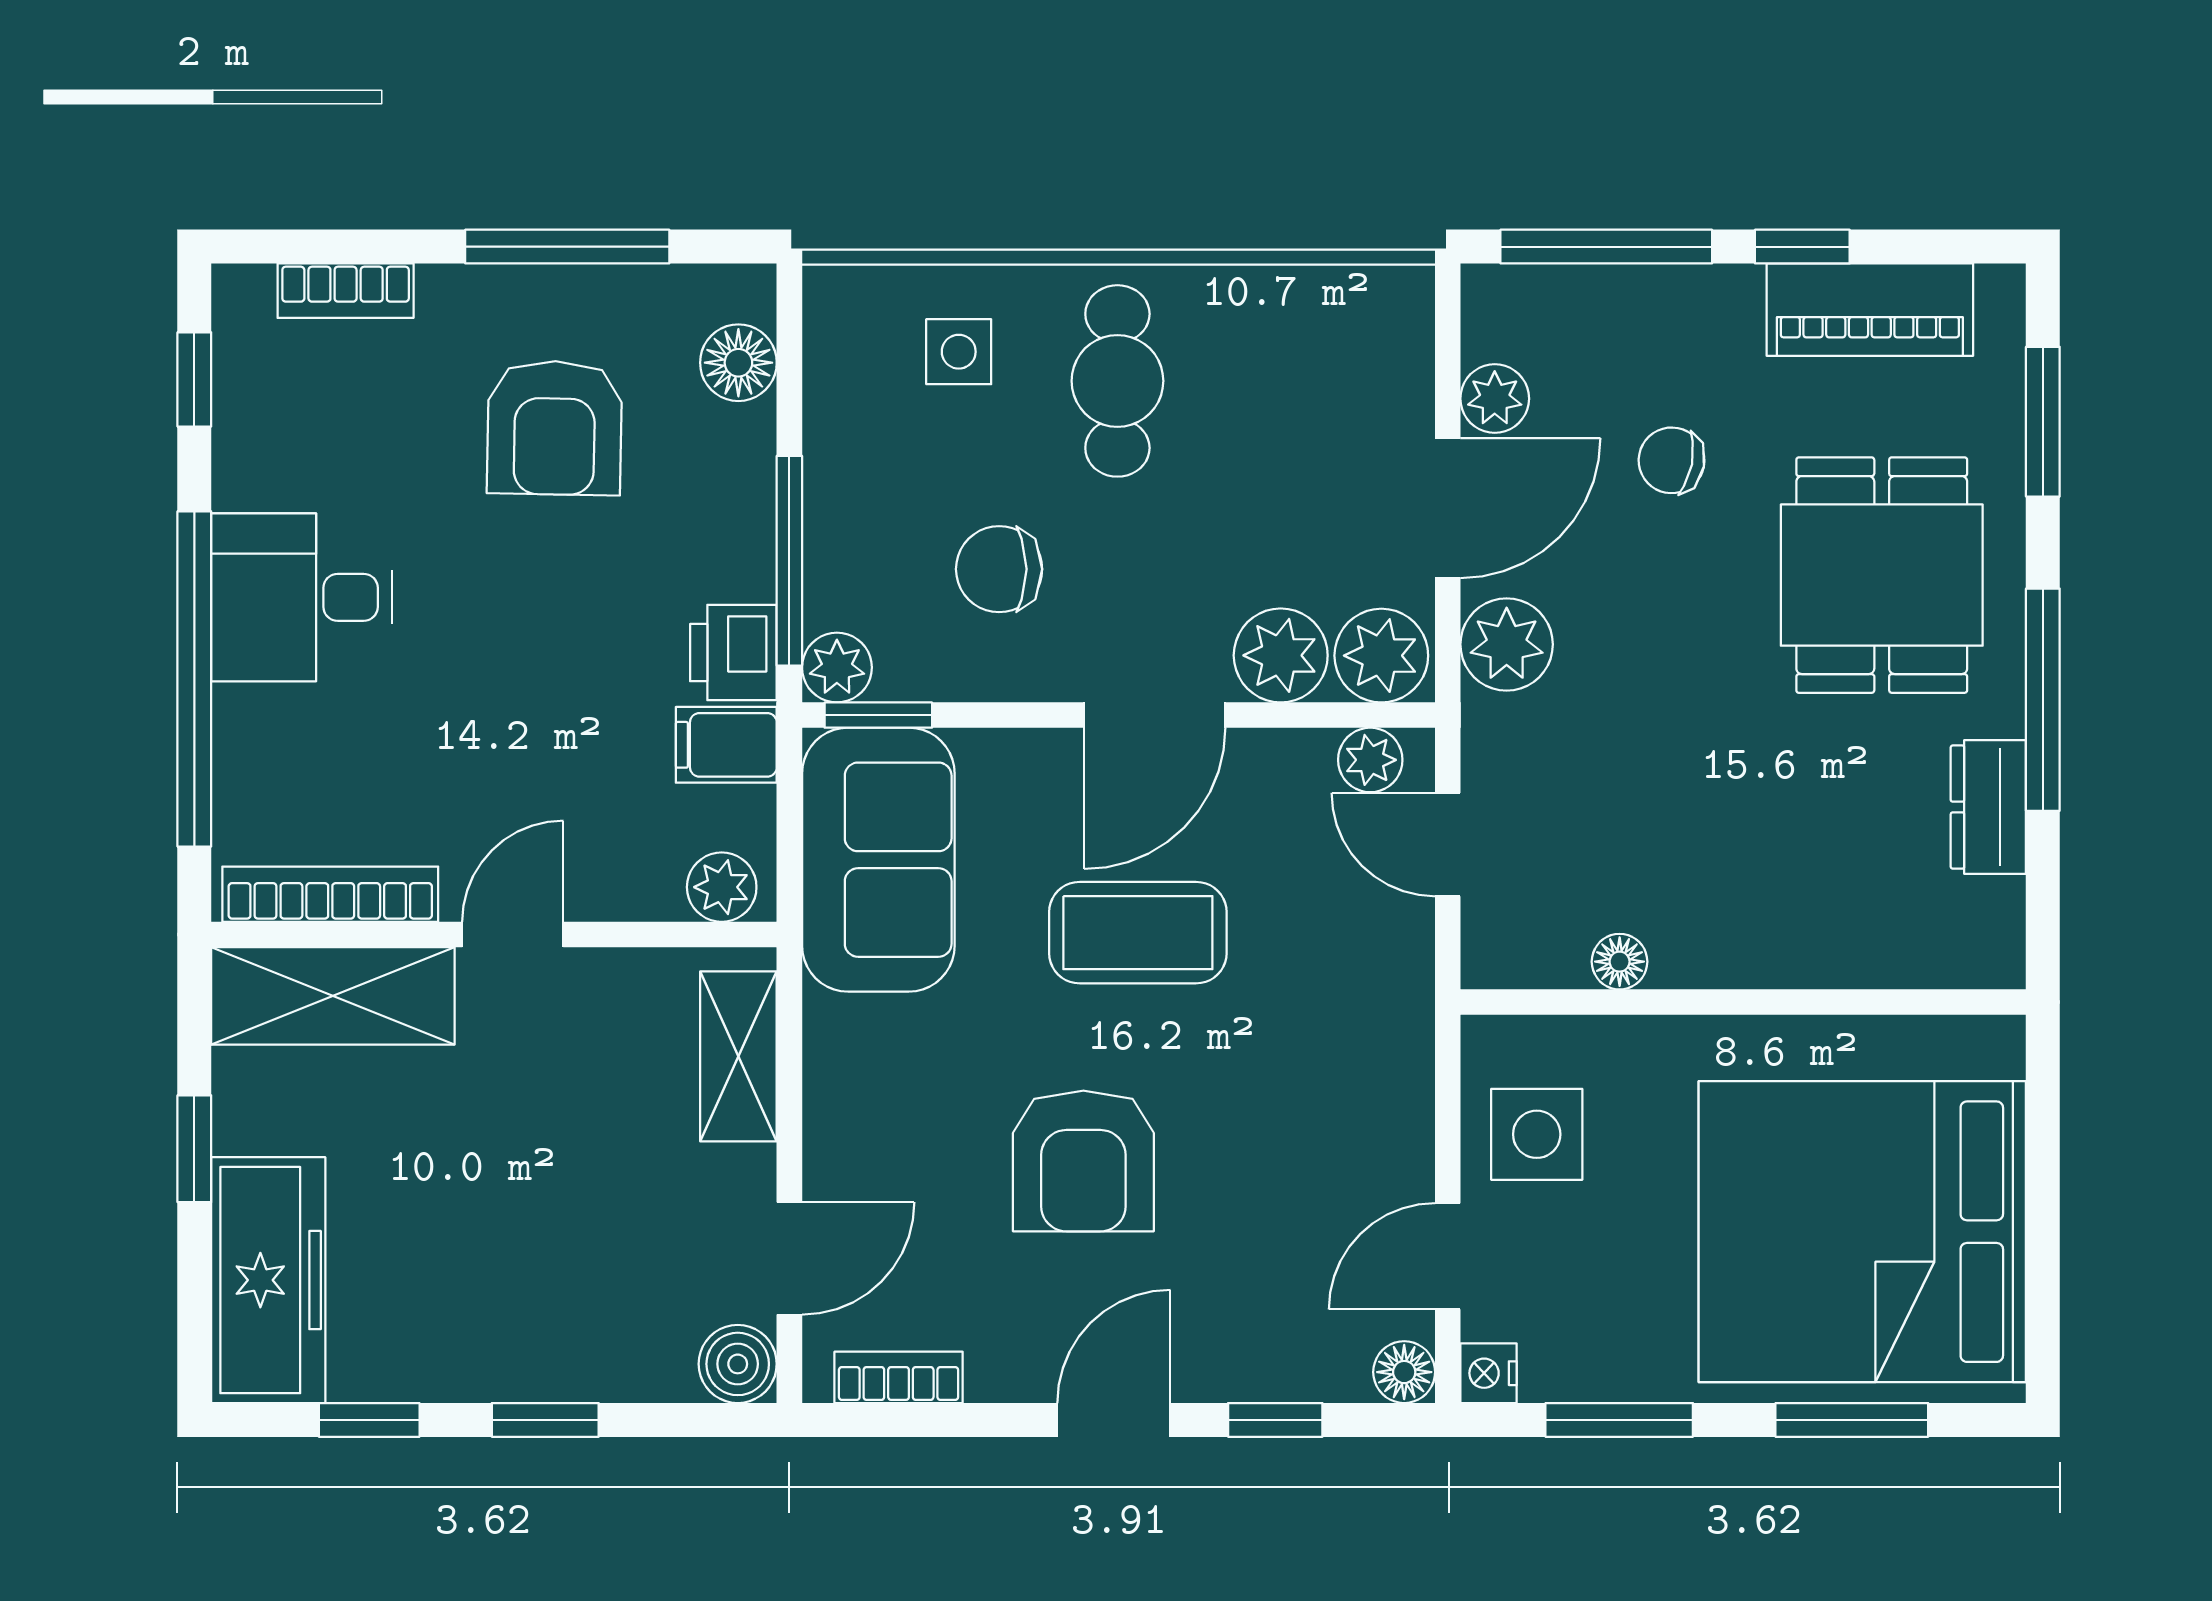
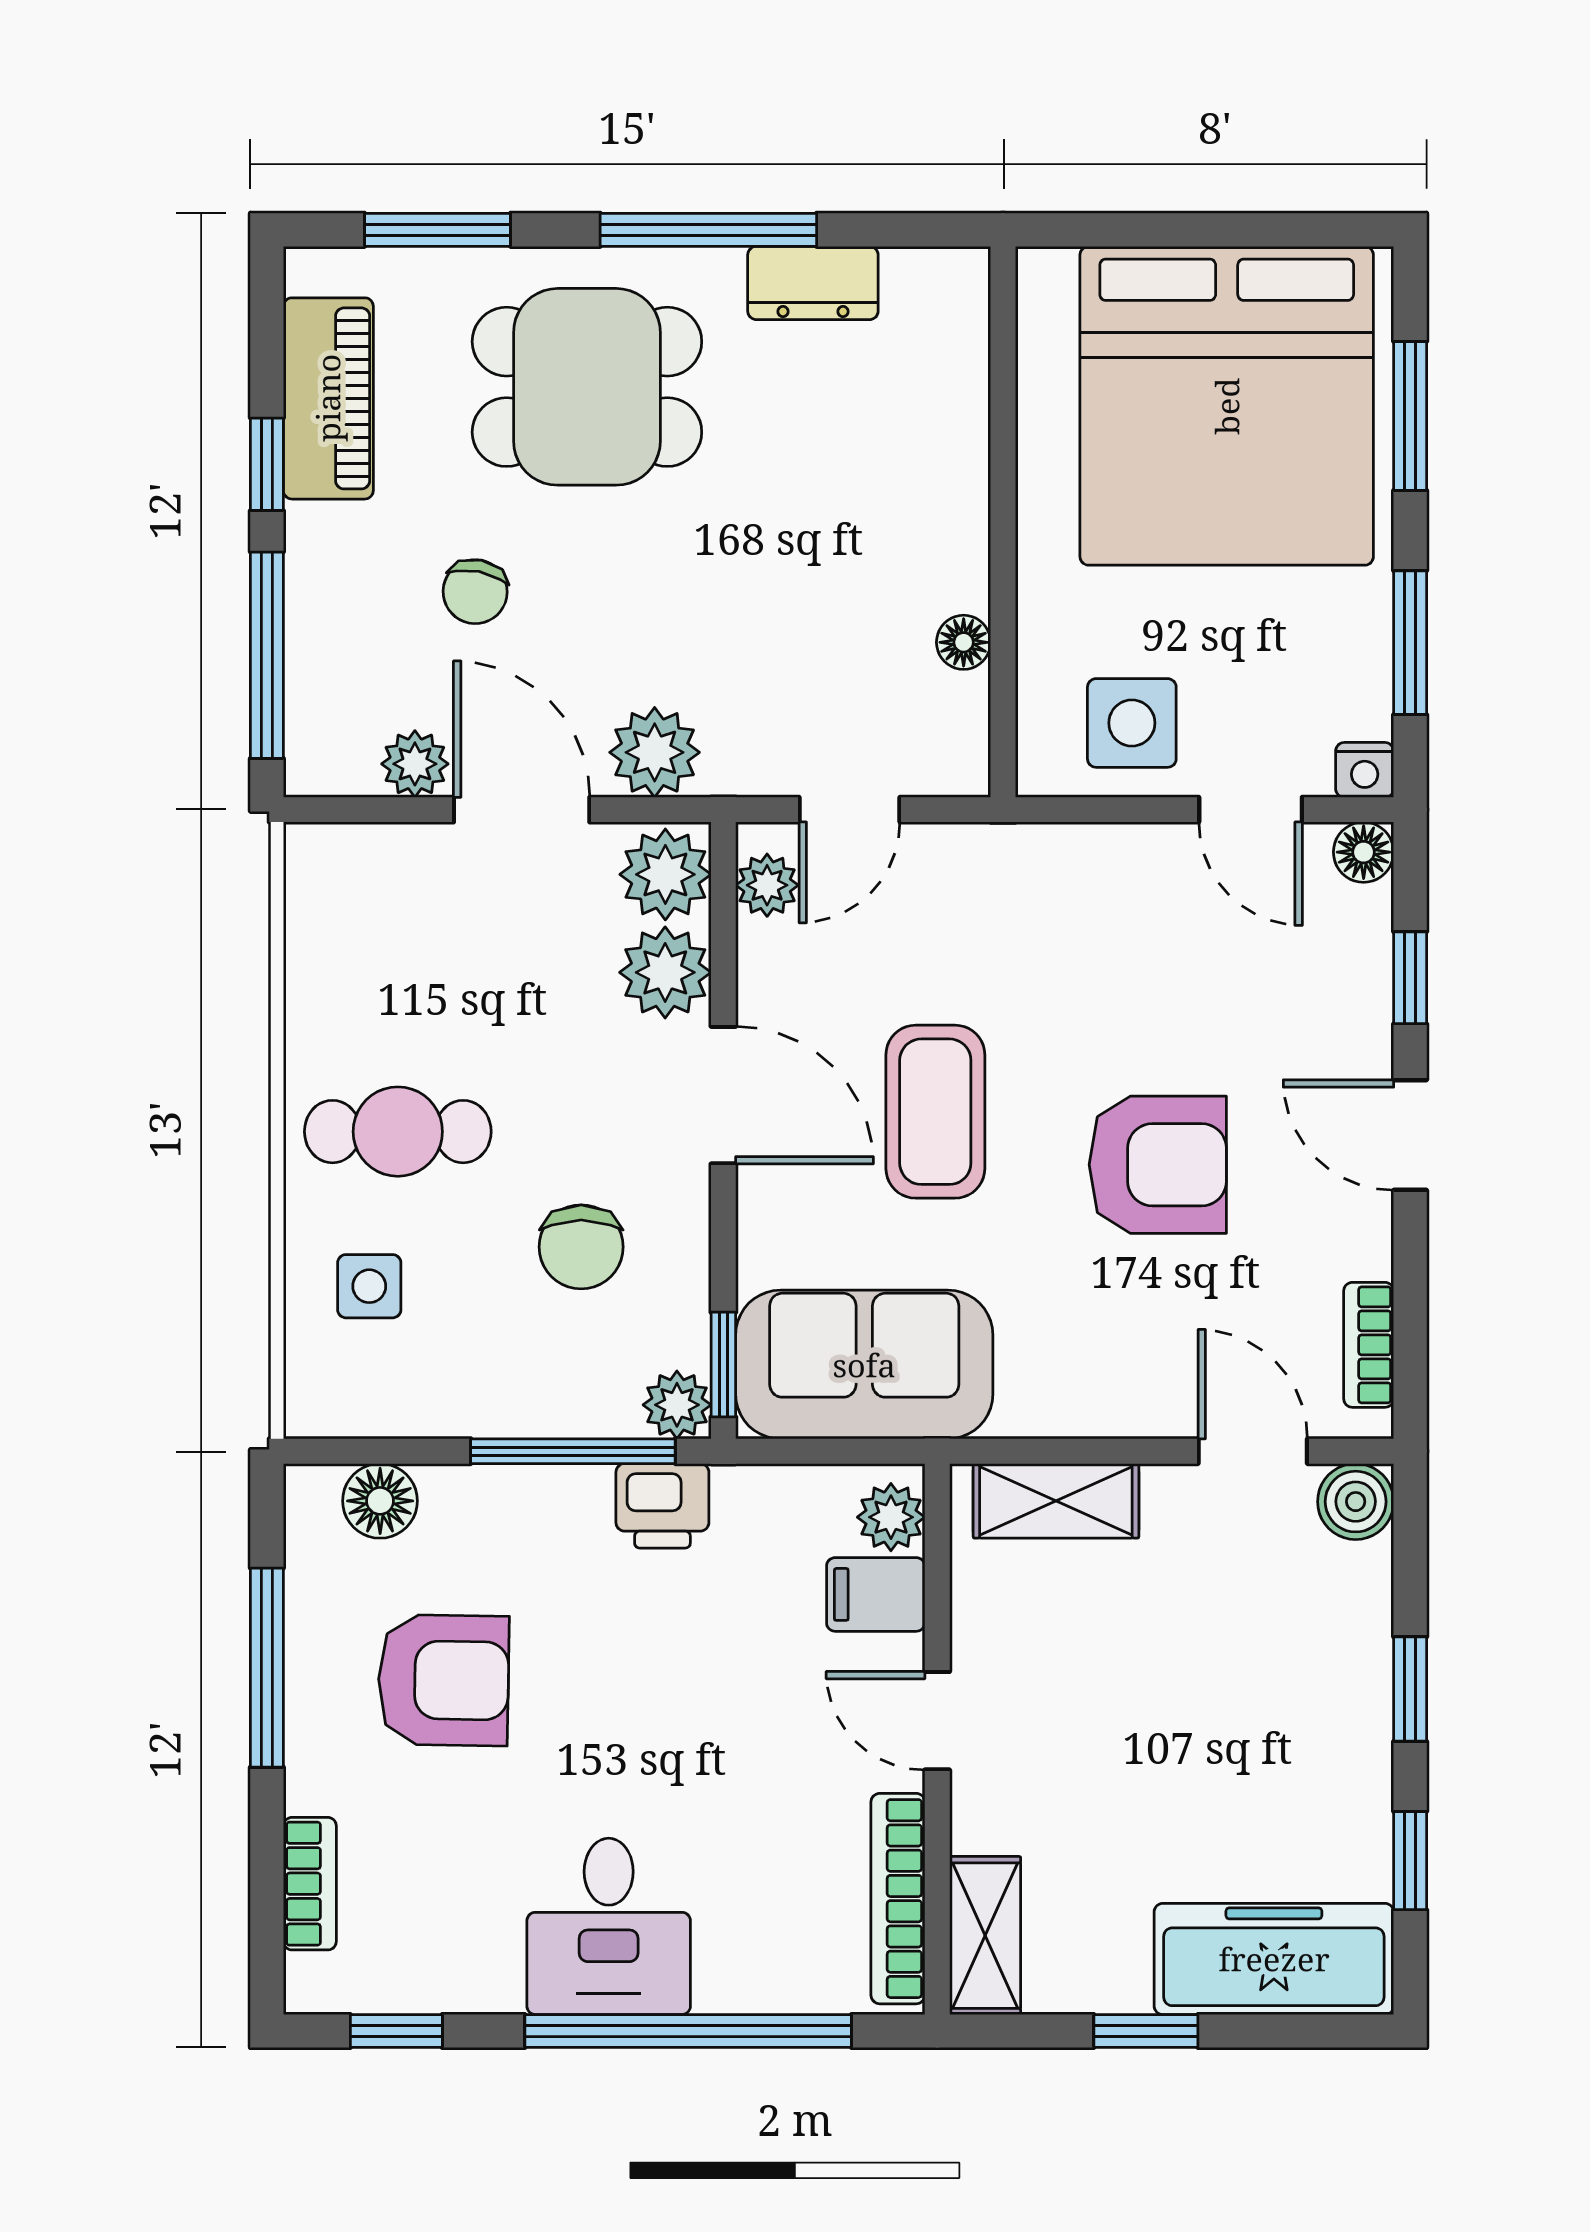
filing cabinet: (726, 745) -> (876, 1594), moved, turned 90
shelving: (333, 996) -> (985, 1936), width x0.67, depth x0.75

